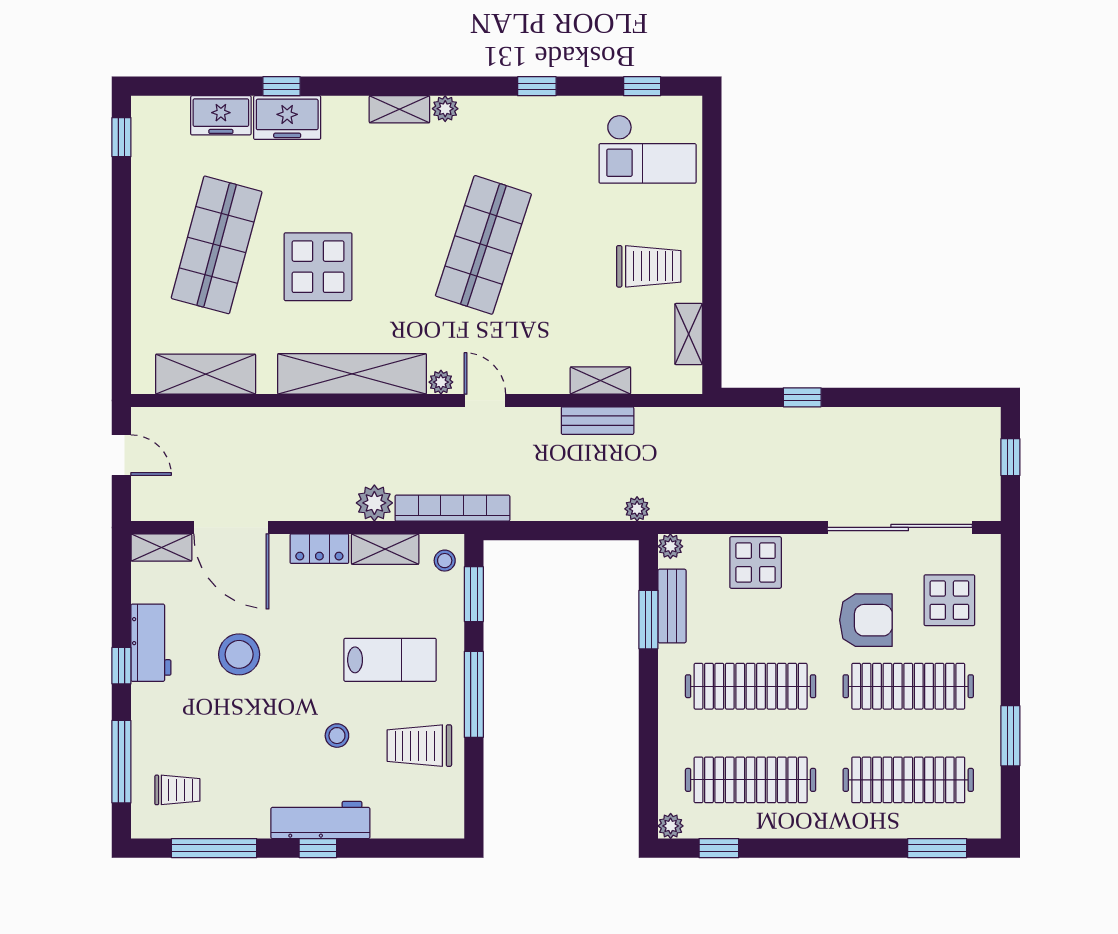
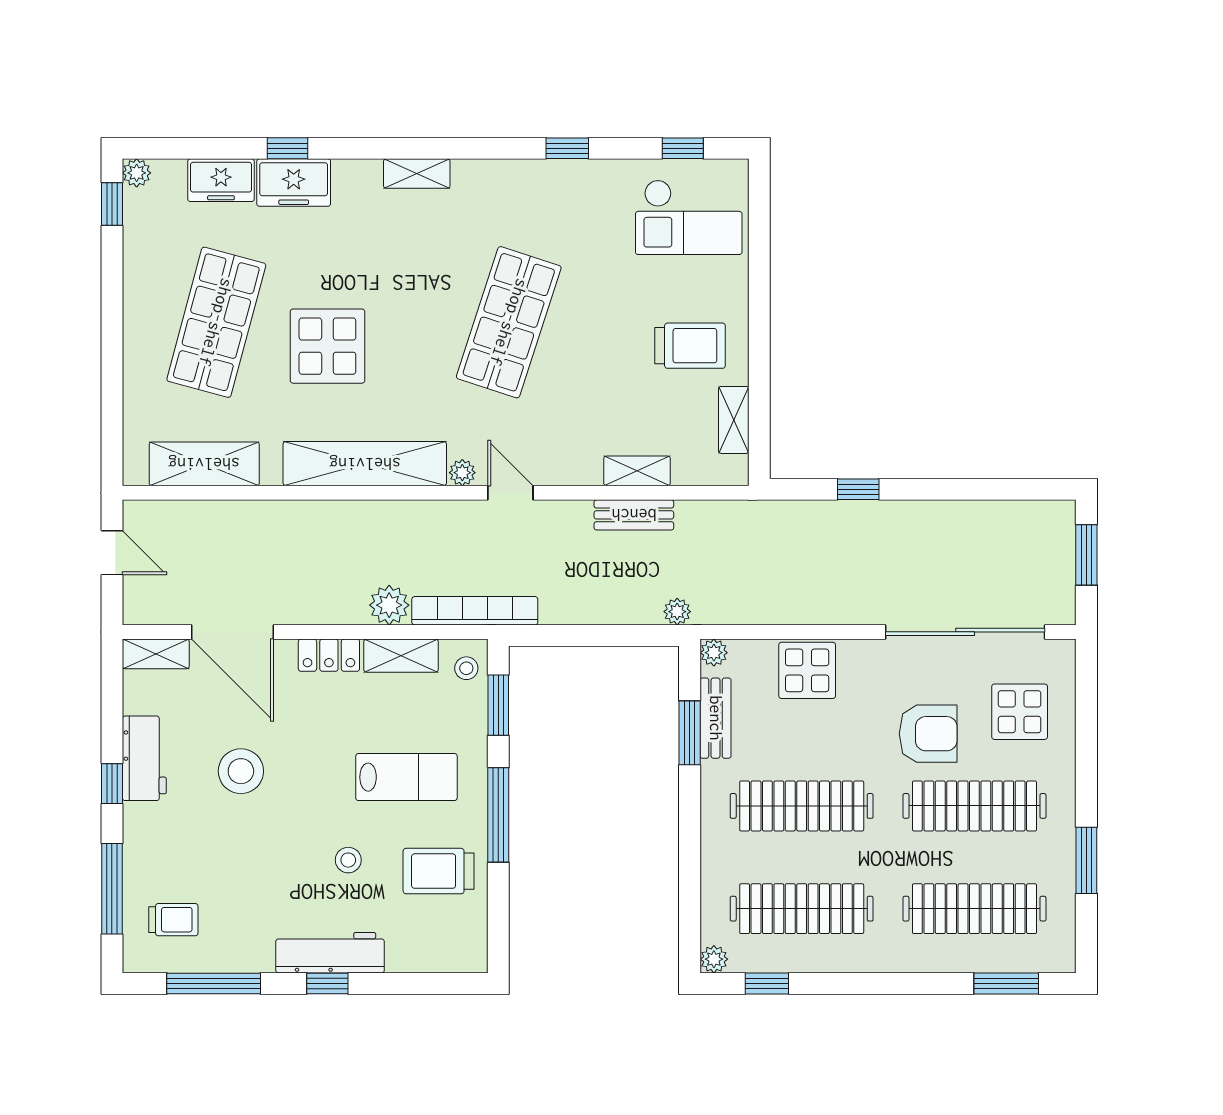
plant: (445, 109) -> (137, 173), moved
window: (1010, 457) -> (1086, 555), width x1.50

